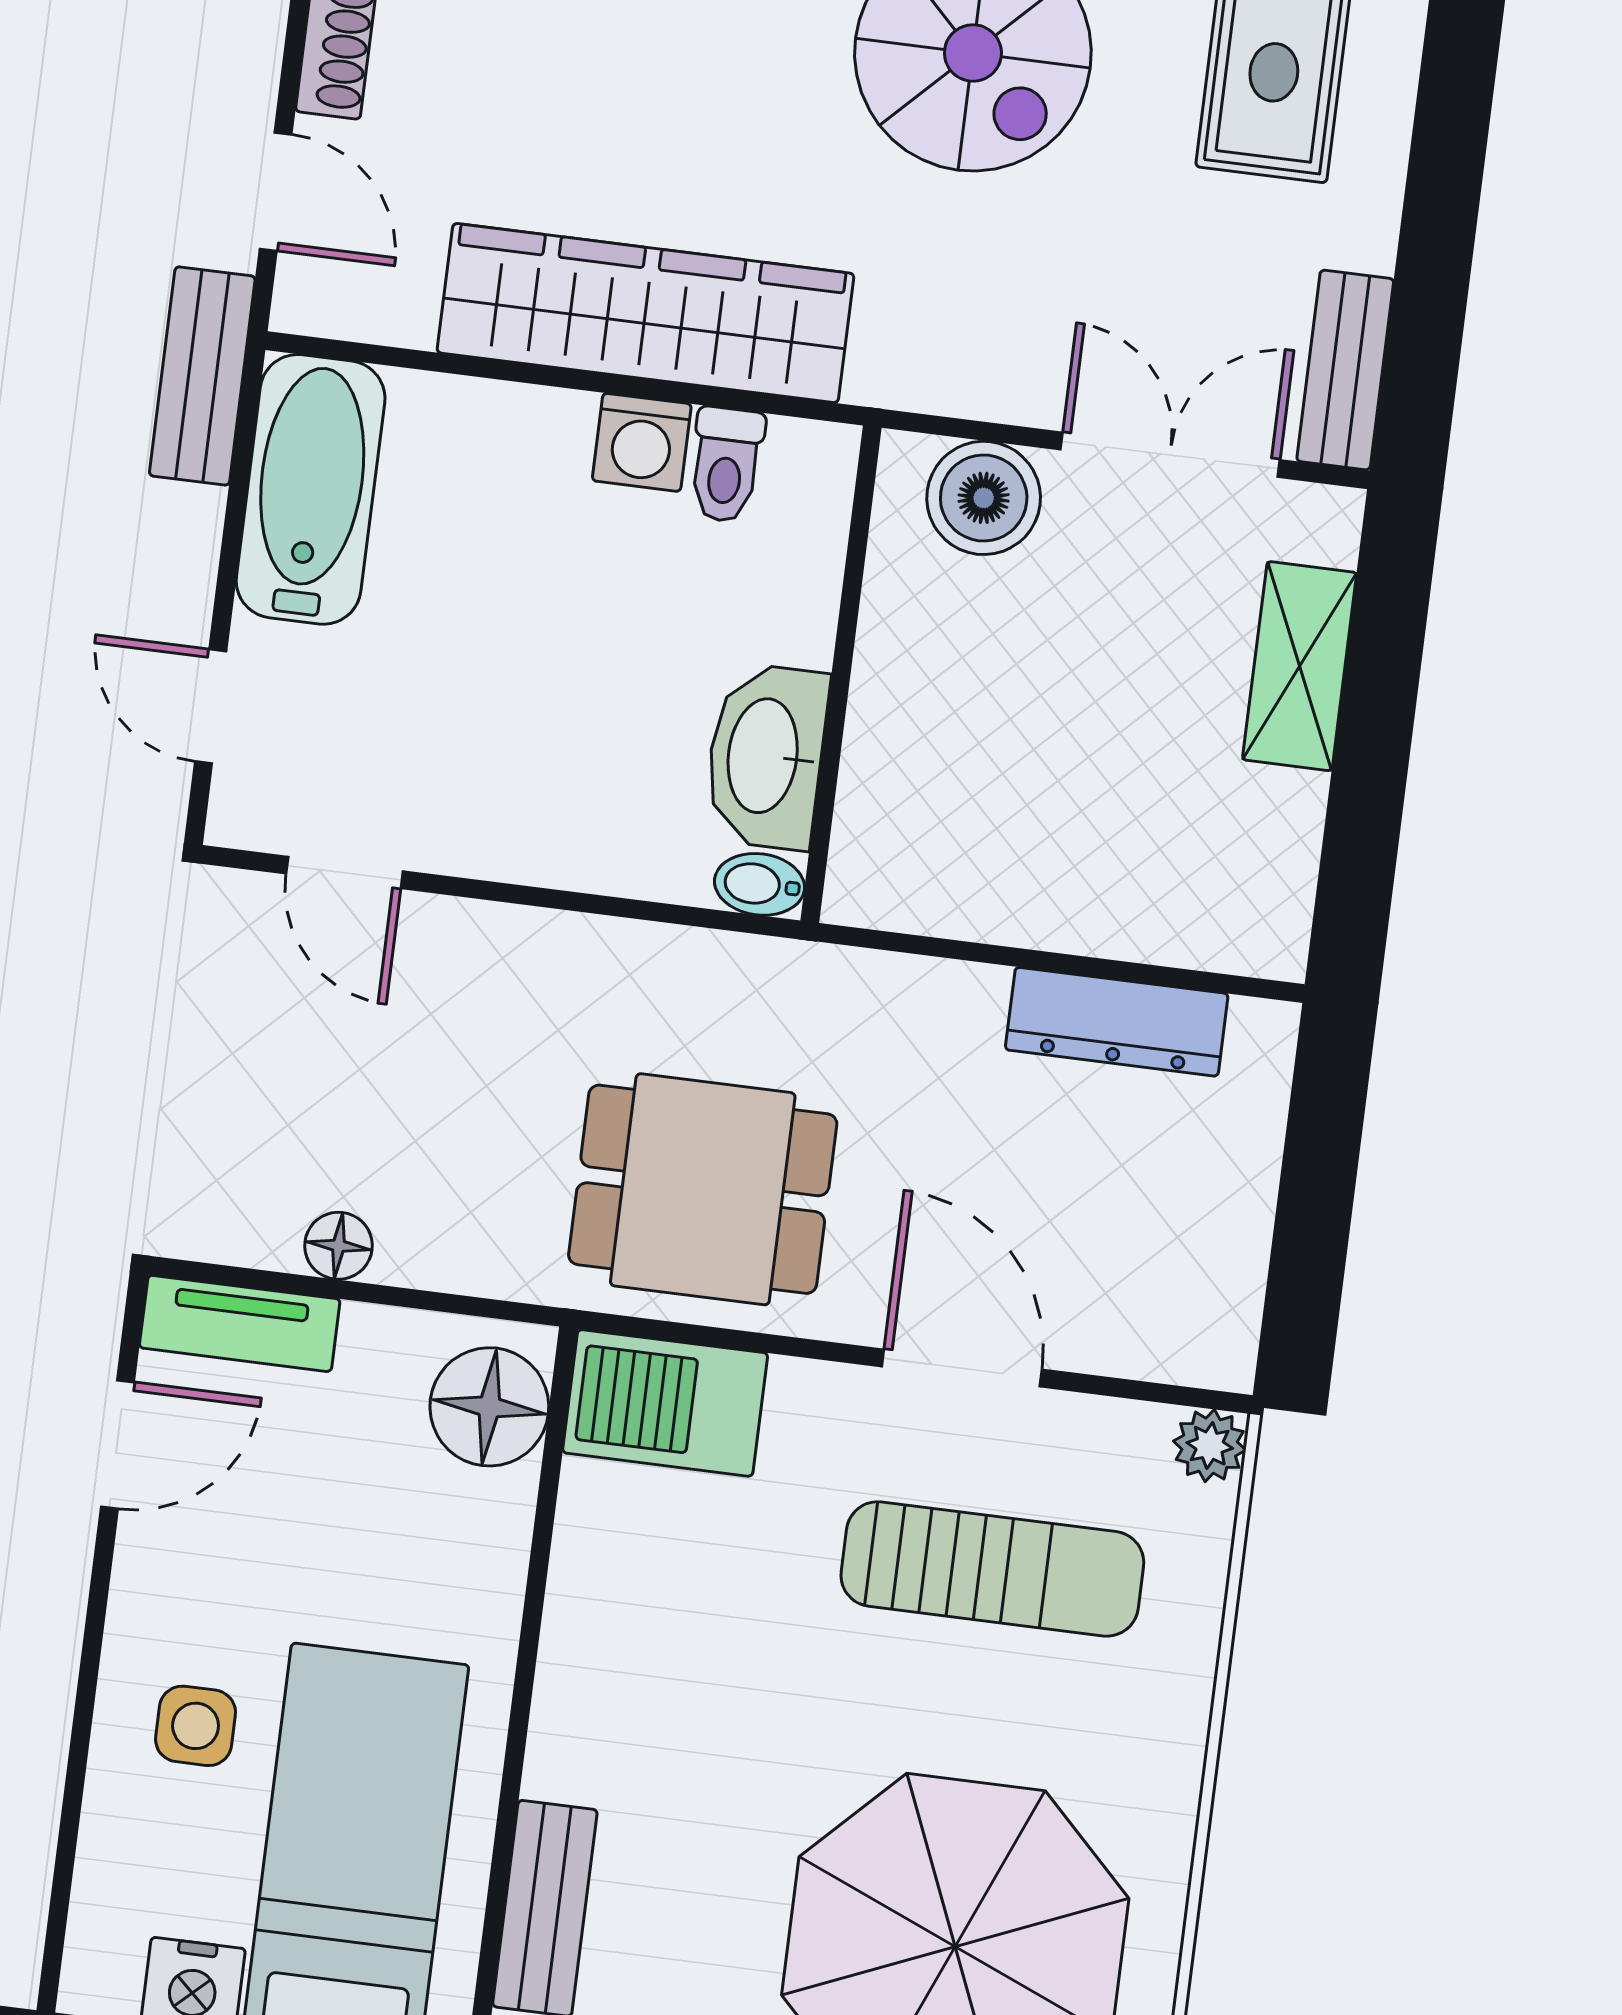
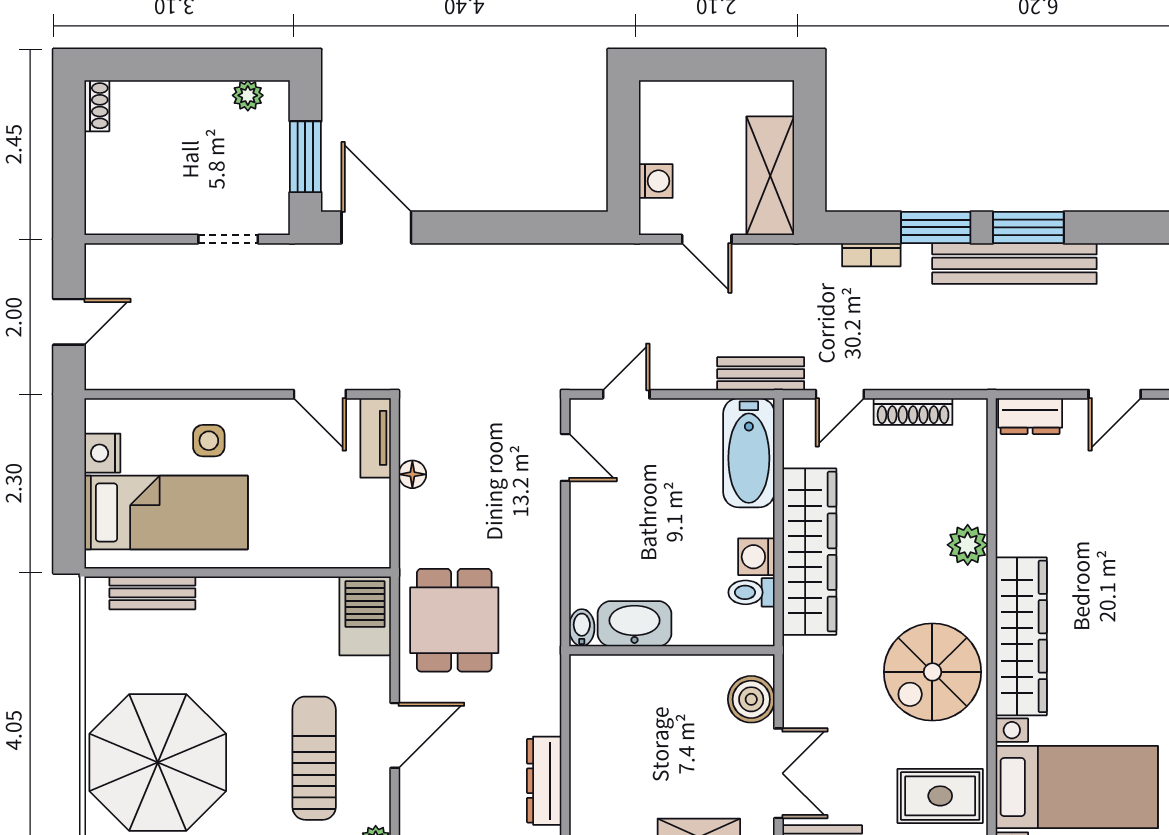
bathtub: (311, 489) -> (749, 453), moved, turned 90
door: (344, 872) -> (565, 457), swing flipped
floor lamp: (489, 1407) -> (354, 544), removed
sun lounger: (992, 1569) -> (314, 758), turned 180

